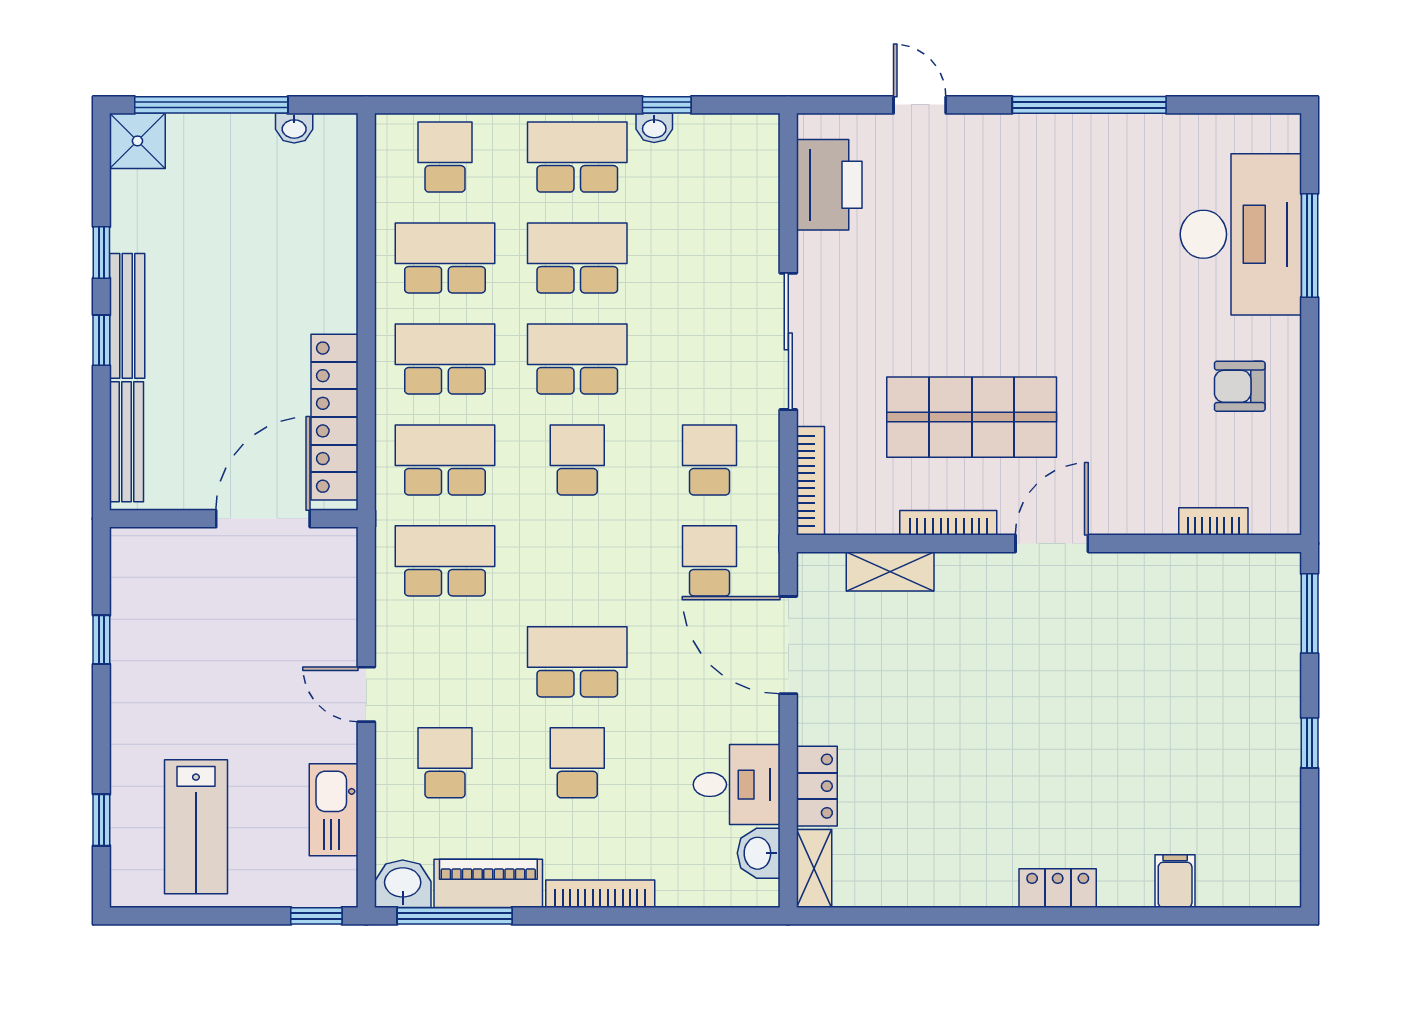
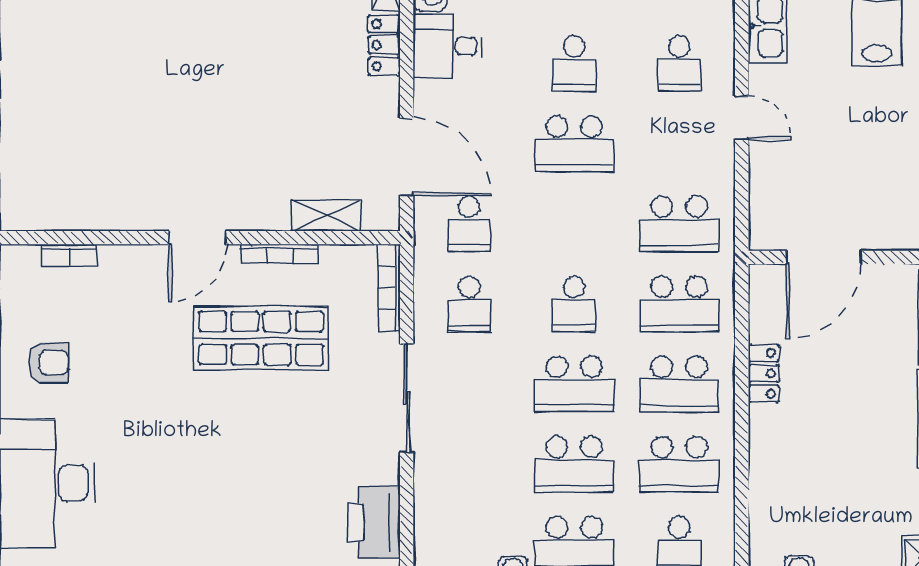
locker: (335, 417) -> (764, 373), width x0.46, depth x0.83

